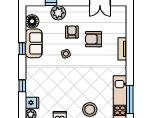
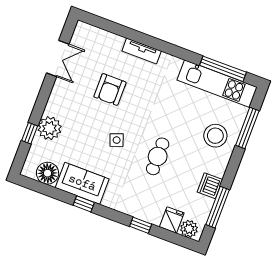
armchair: (72, 32) -> (87, 119), removed
cafe table: (65, 81) -> (158, 156), added

